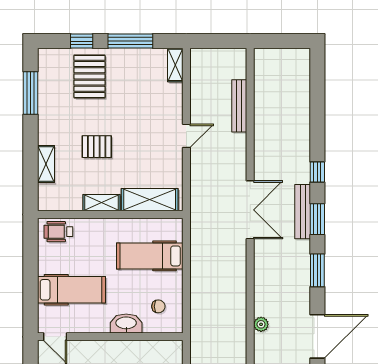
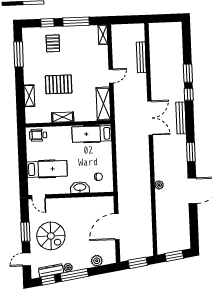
pallet: (89, 76) -> (53, 43), width x0.67, depth x0.71
pallet: (97, 147) -> (59, 84), width x1.50, depth x1.42
shelving: (150, 200) -> (103, 104), moved, turned 90
window: (317, 219) -> (188, 73), moved
hospital bed: (150, 256) -> (92, 134), moved

